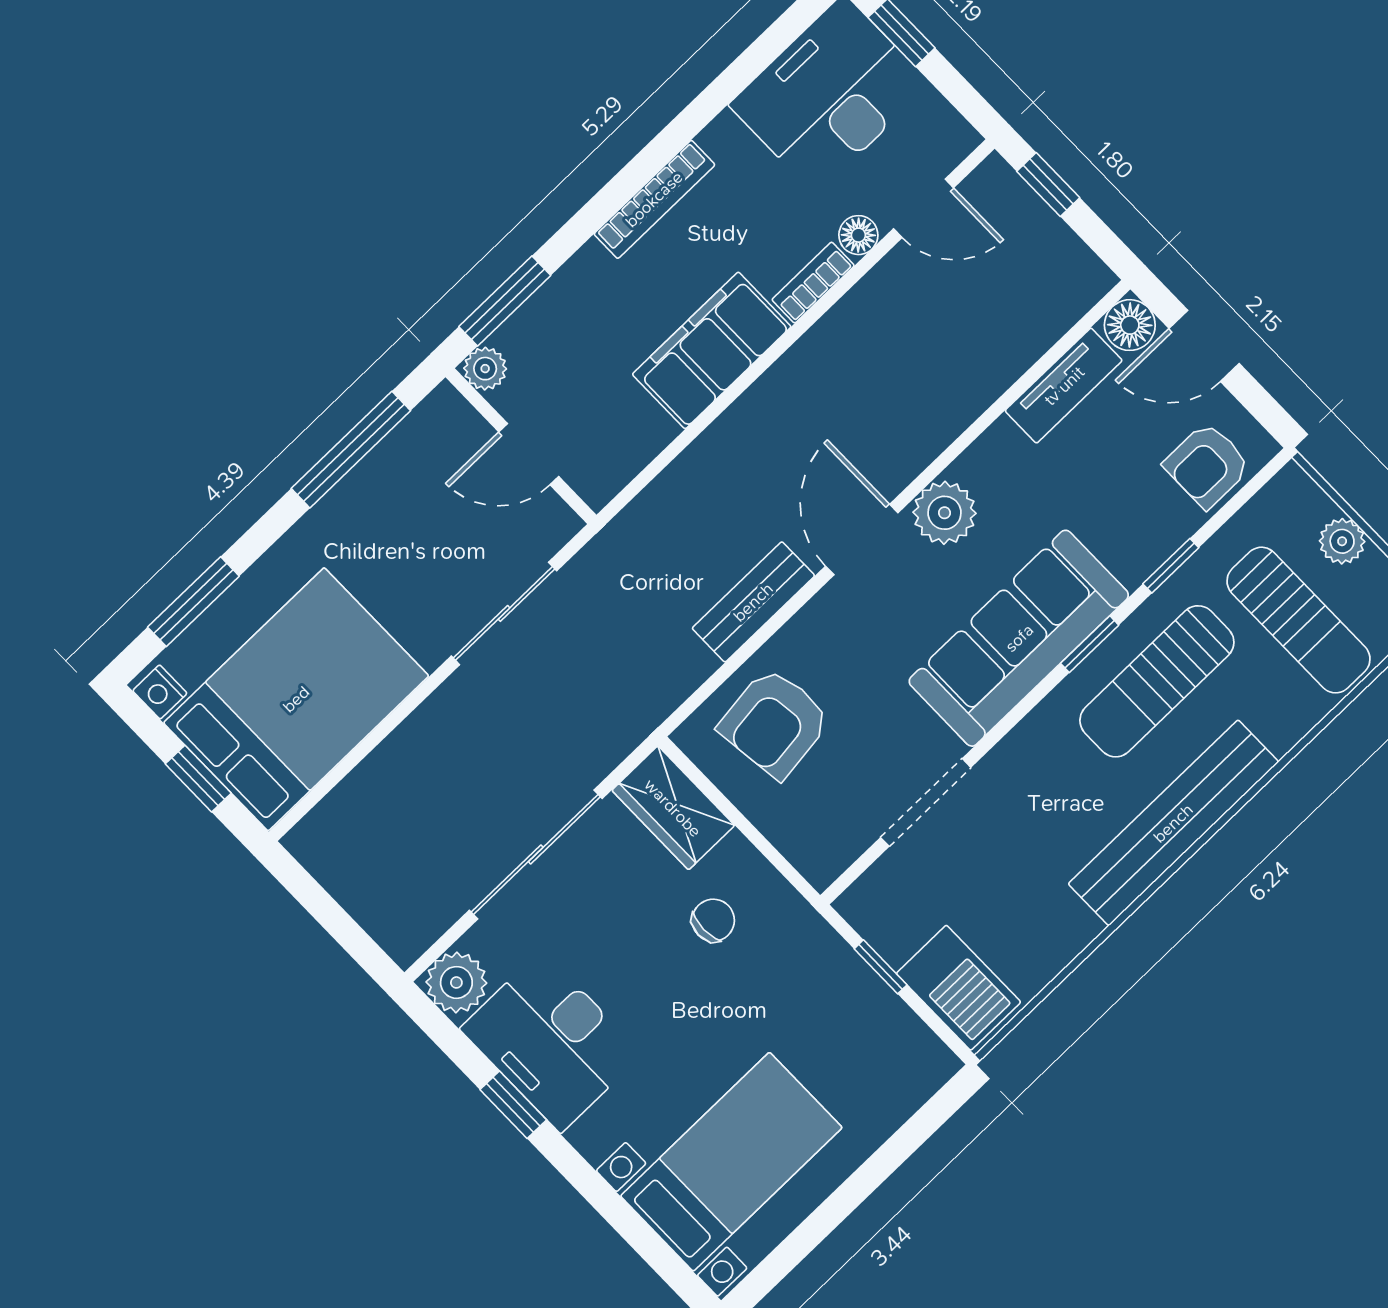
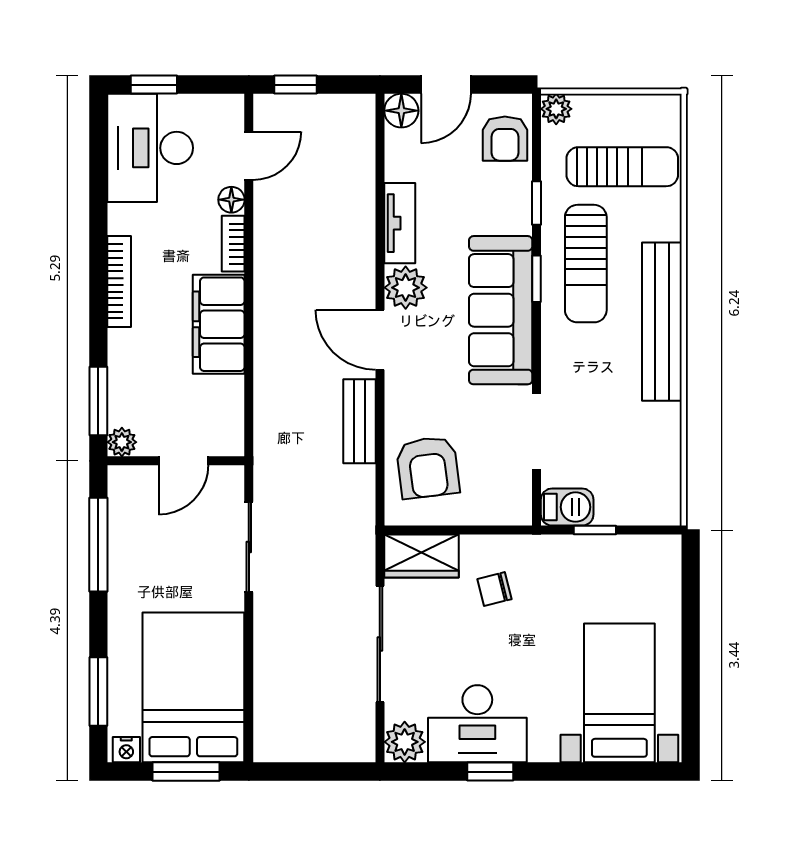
tv unit: (1064, 386) -> (400, 223), moved
plant: (1342, 541) -> (556, 109), moved
window: (198, 779) -> (186, 772), width x1.50
chair: (713, 920) -> (494, 589), turned -104
barbecue: (959, 988) -> (567, 507), moved, width x0.73, depth x0.79

